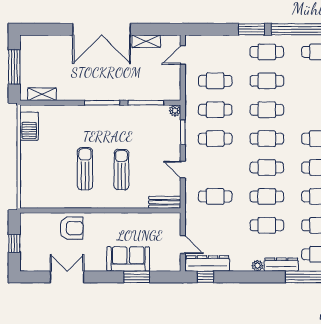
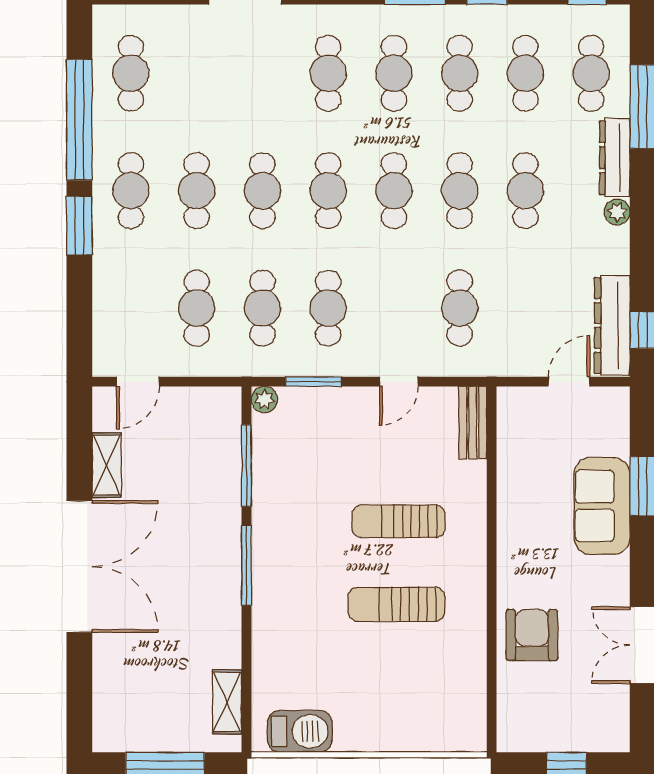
door: (183, 55) -> (138, 382), hinge flipped

